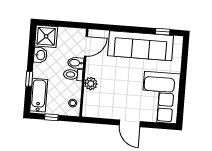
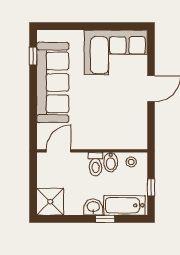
door: (86, 46) -> (59, 151), hinge flipped
washbasin: (40, 55) -> (93, 207), moved
bidet: (76, 63) -> (111, 162), moved
plant: (91, 84) -> (105, 141), removed

